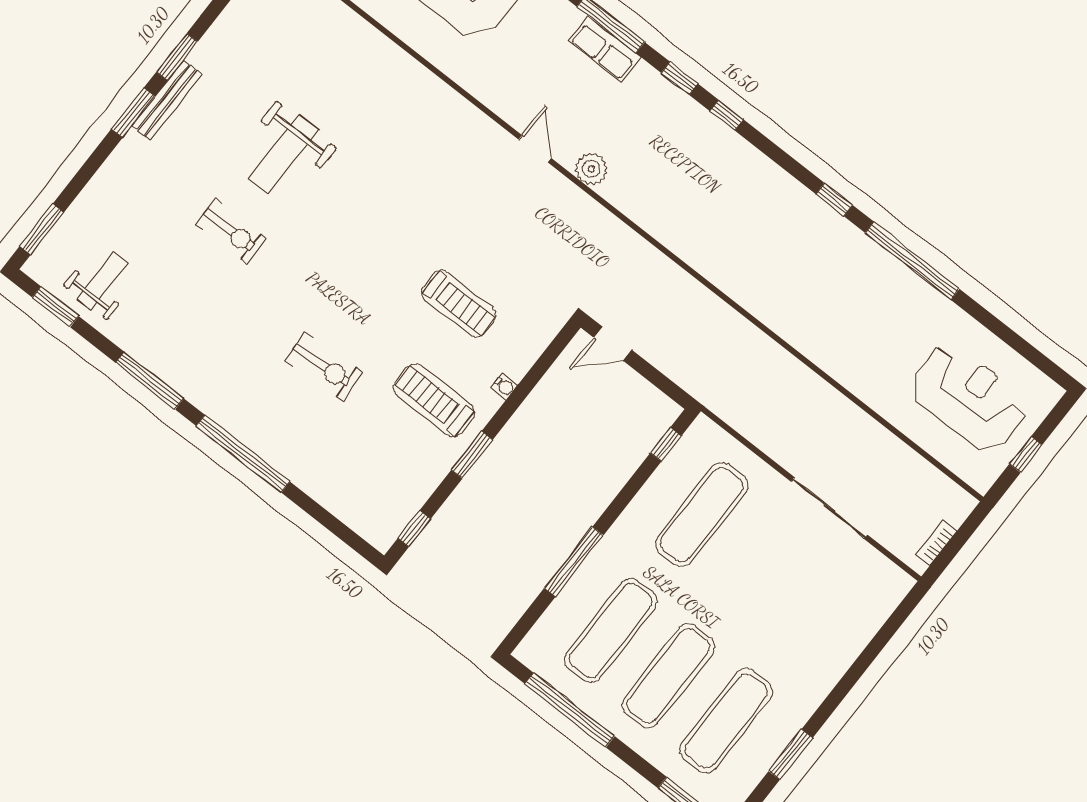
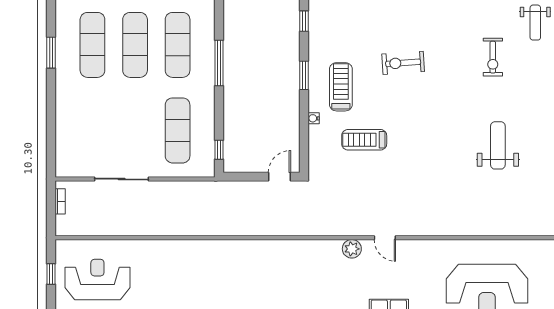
exercise bike: (231, 231) -> (493, 57), moved, turned -90
reception desk: (969, 398) -> (97, 279), turned 180
treadmill: (434, 400) -> (341, 87), turned -90

